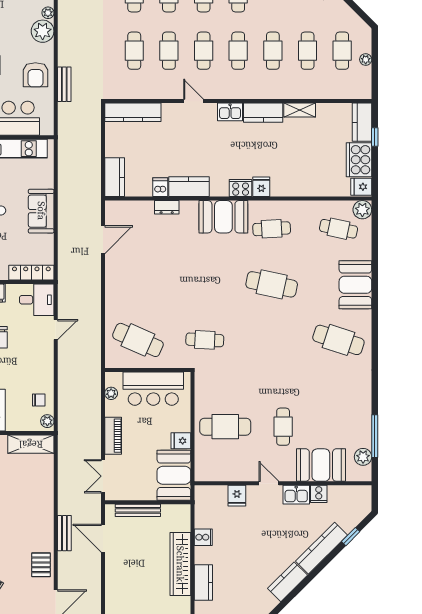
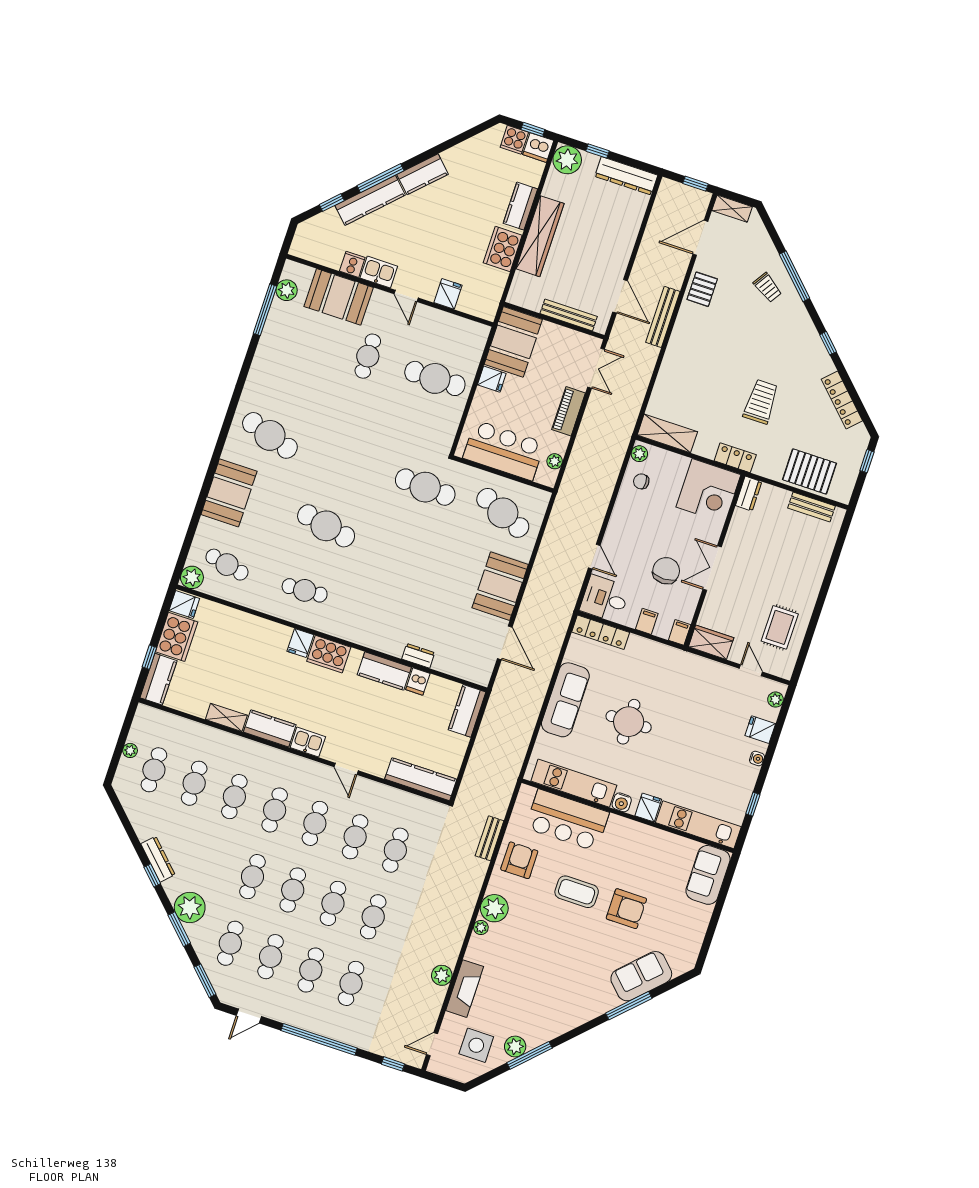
cooker: (241, 188) -> (329, 654), width x1.37, depth x1.31
sofa: (41, 211) -> (565, 700), width x1.36
booth: (223, 217) -> (500, 586), moved, turned 90
door: (103, 240) -> (505, 643), swing flipped
door: (56, 330) -> (594, 557), swing flipped
cafe table: (205, 340) -> (425, 487), width x1.37, depth x1.35
bench: (64, 533) -> (663, 317), width x1.36
cooker: (203, 537) -> (503, 249), width x1.87, depth x1.31
window: (319, 568) -> (381, 178), added

